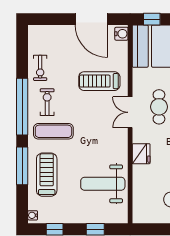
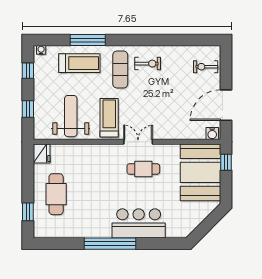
exercise bike: (40, 68) -> (206, 67), moved
treadmill: (99, 81) -> (109, 118), moved
window: (22, 107) -> (144, 40), removed
fridge: (141, 154) -> (42, 153), moved, turned -90

